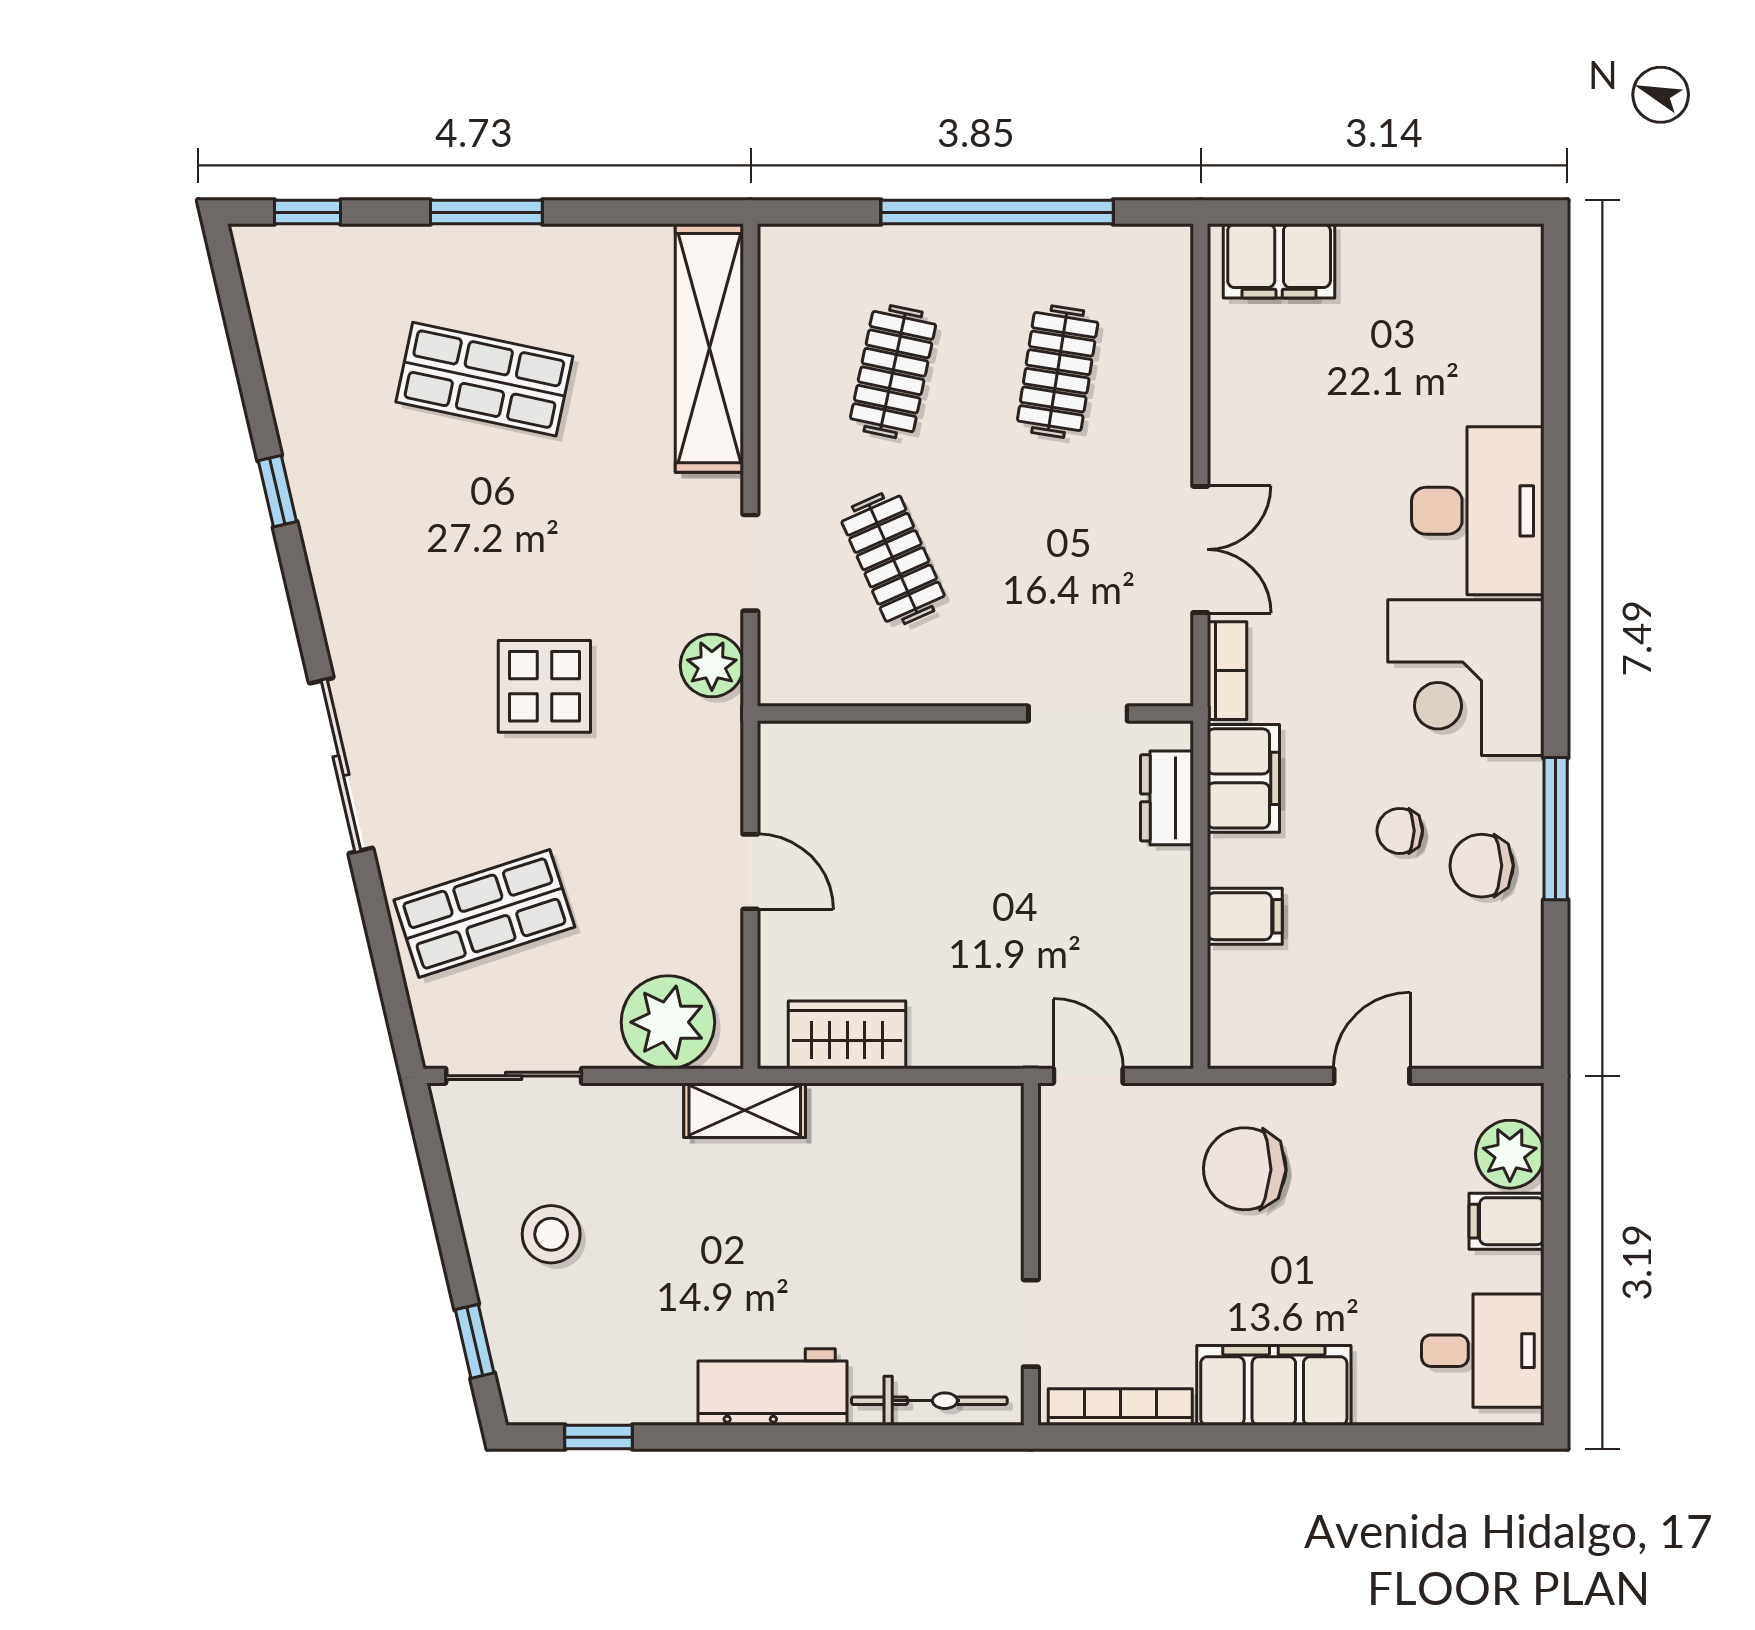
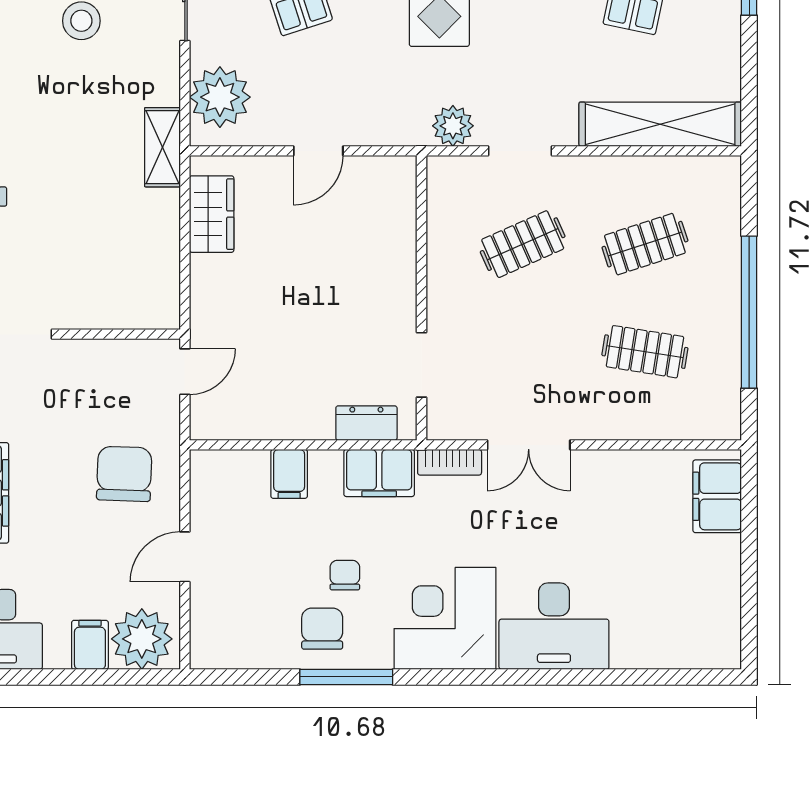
clothes rail: (893, 372) -> (645, 244), turned -30
door: (1372, 1076) -> (185, 557), swing flipped
plant: (1510, 1154) -> (142, 639), width x1.36, depth x1.36

